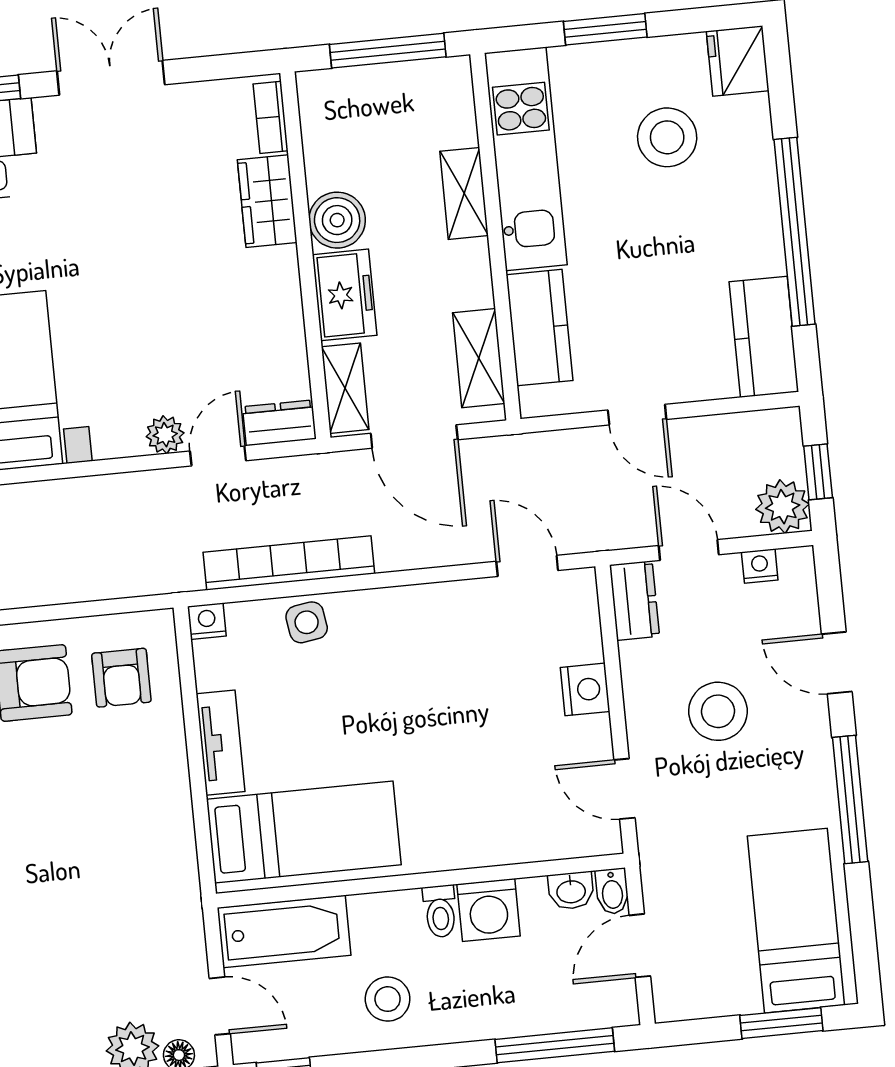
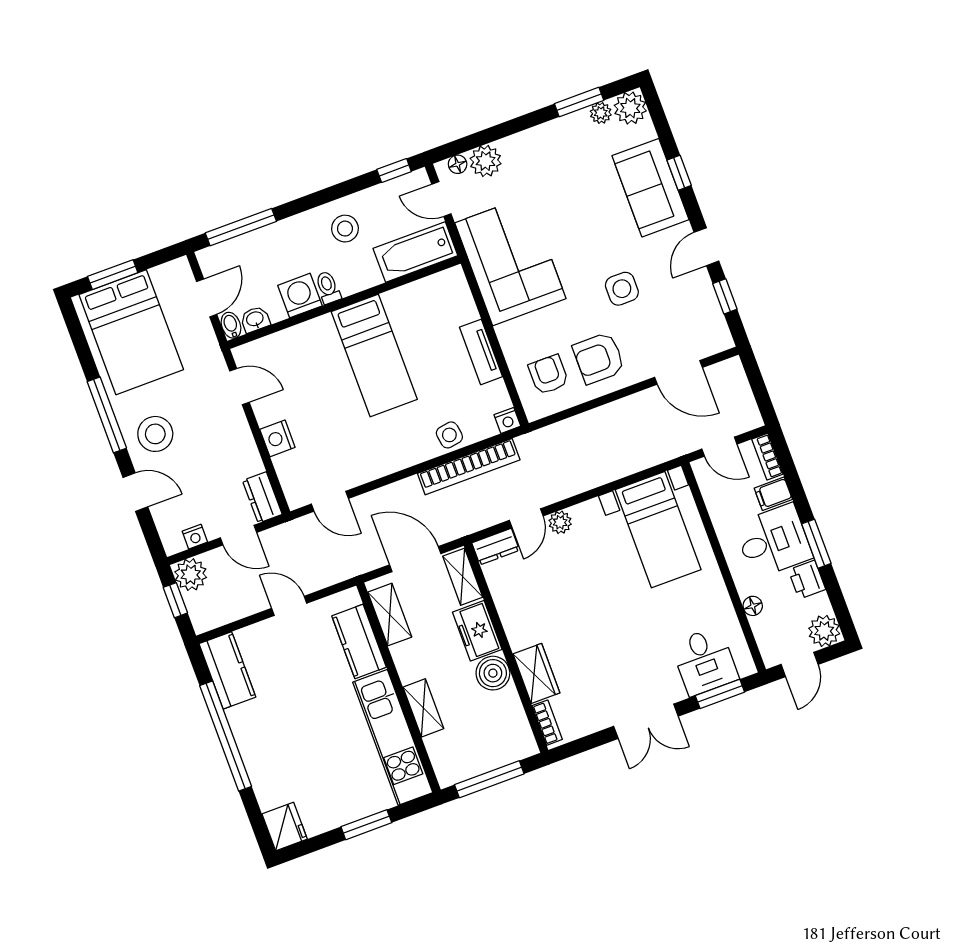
stool: (667, 137) -> (314, 771), removed
stool: (718, 711) -> (155, 434), moved
bed: (304, 832) -> (374, 355), moved, turned -90
corner sofa: (135, 877) -> (510, 261), added
bed: (796, 921) -> (131, 332), width x1.50

